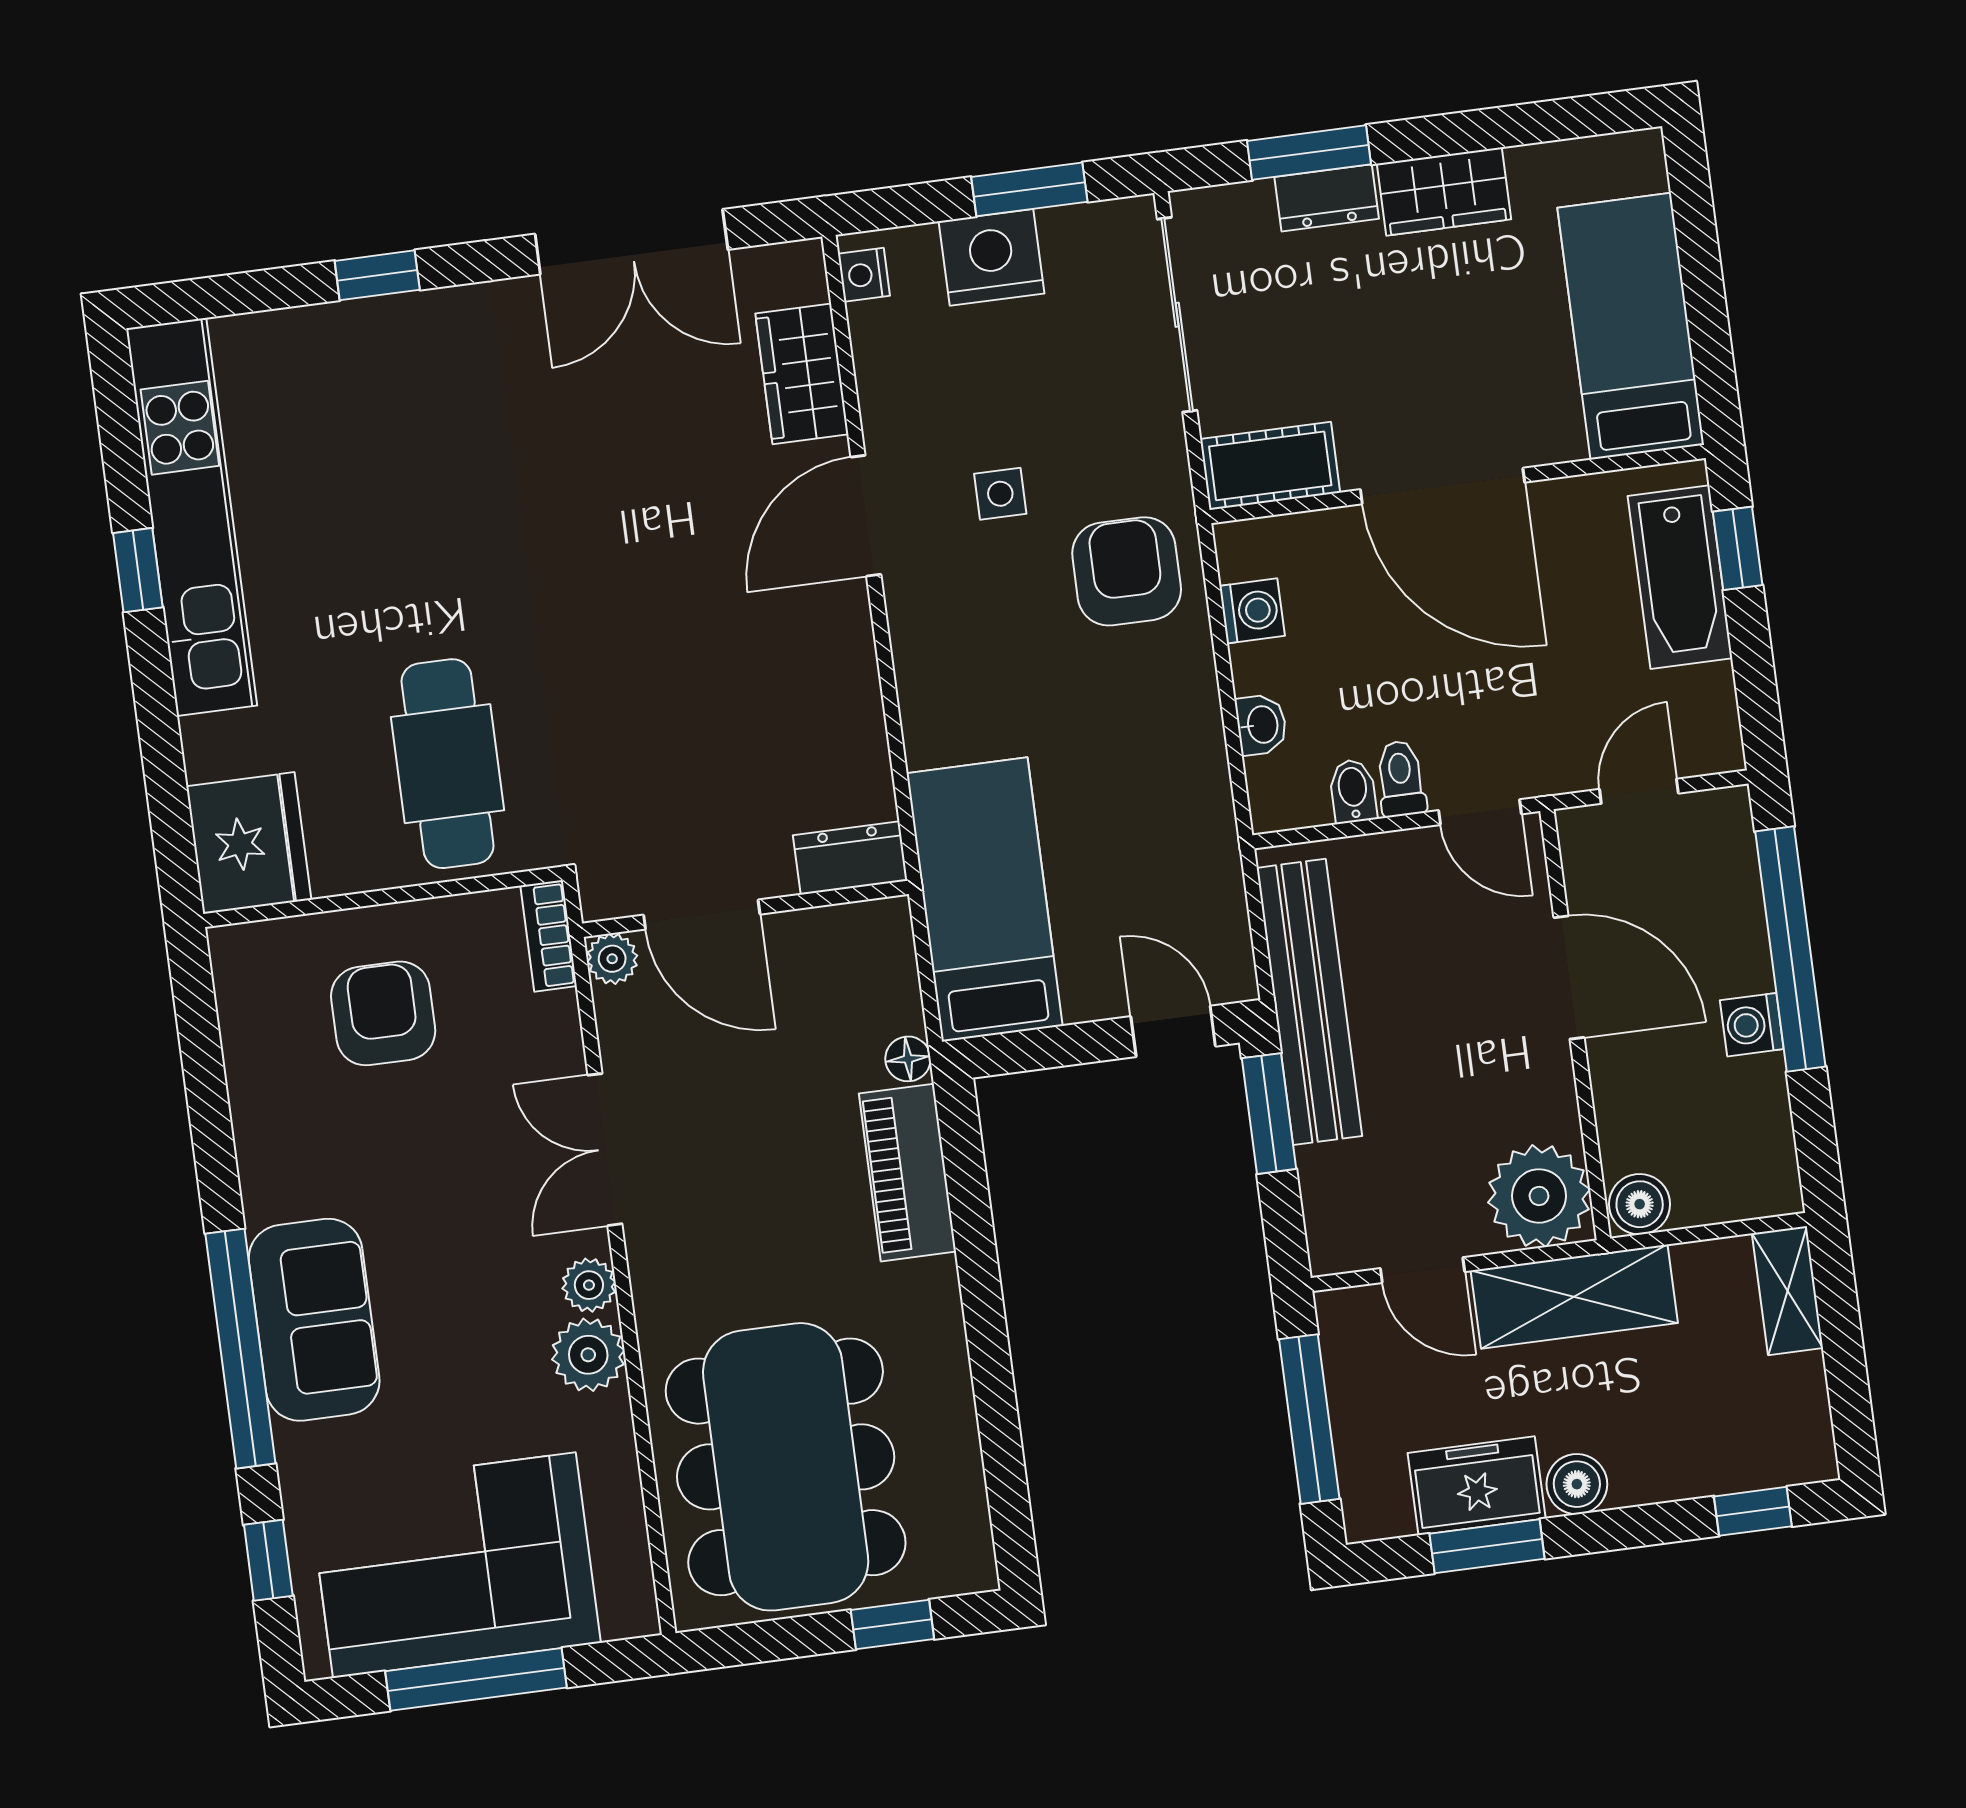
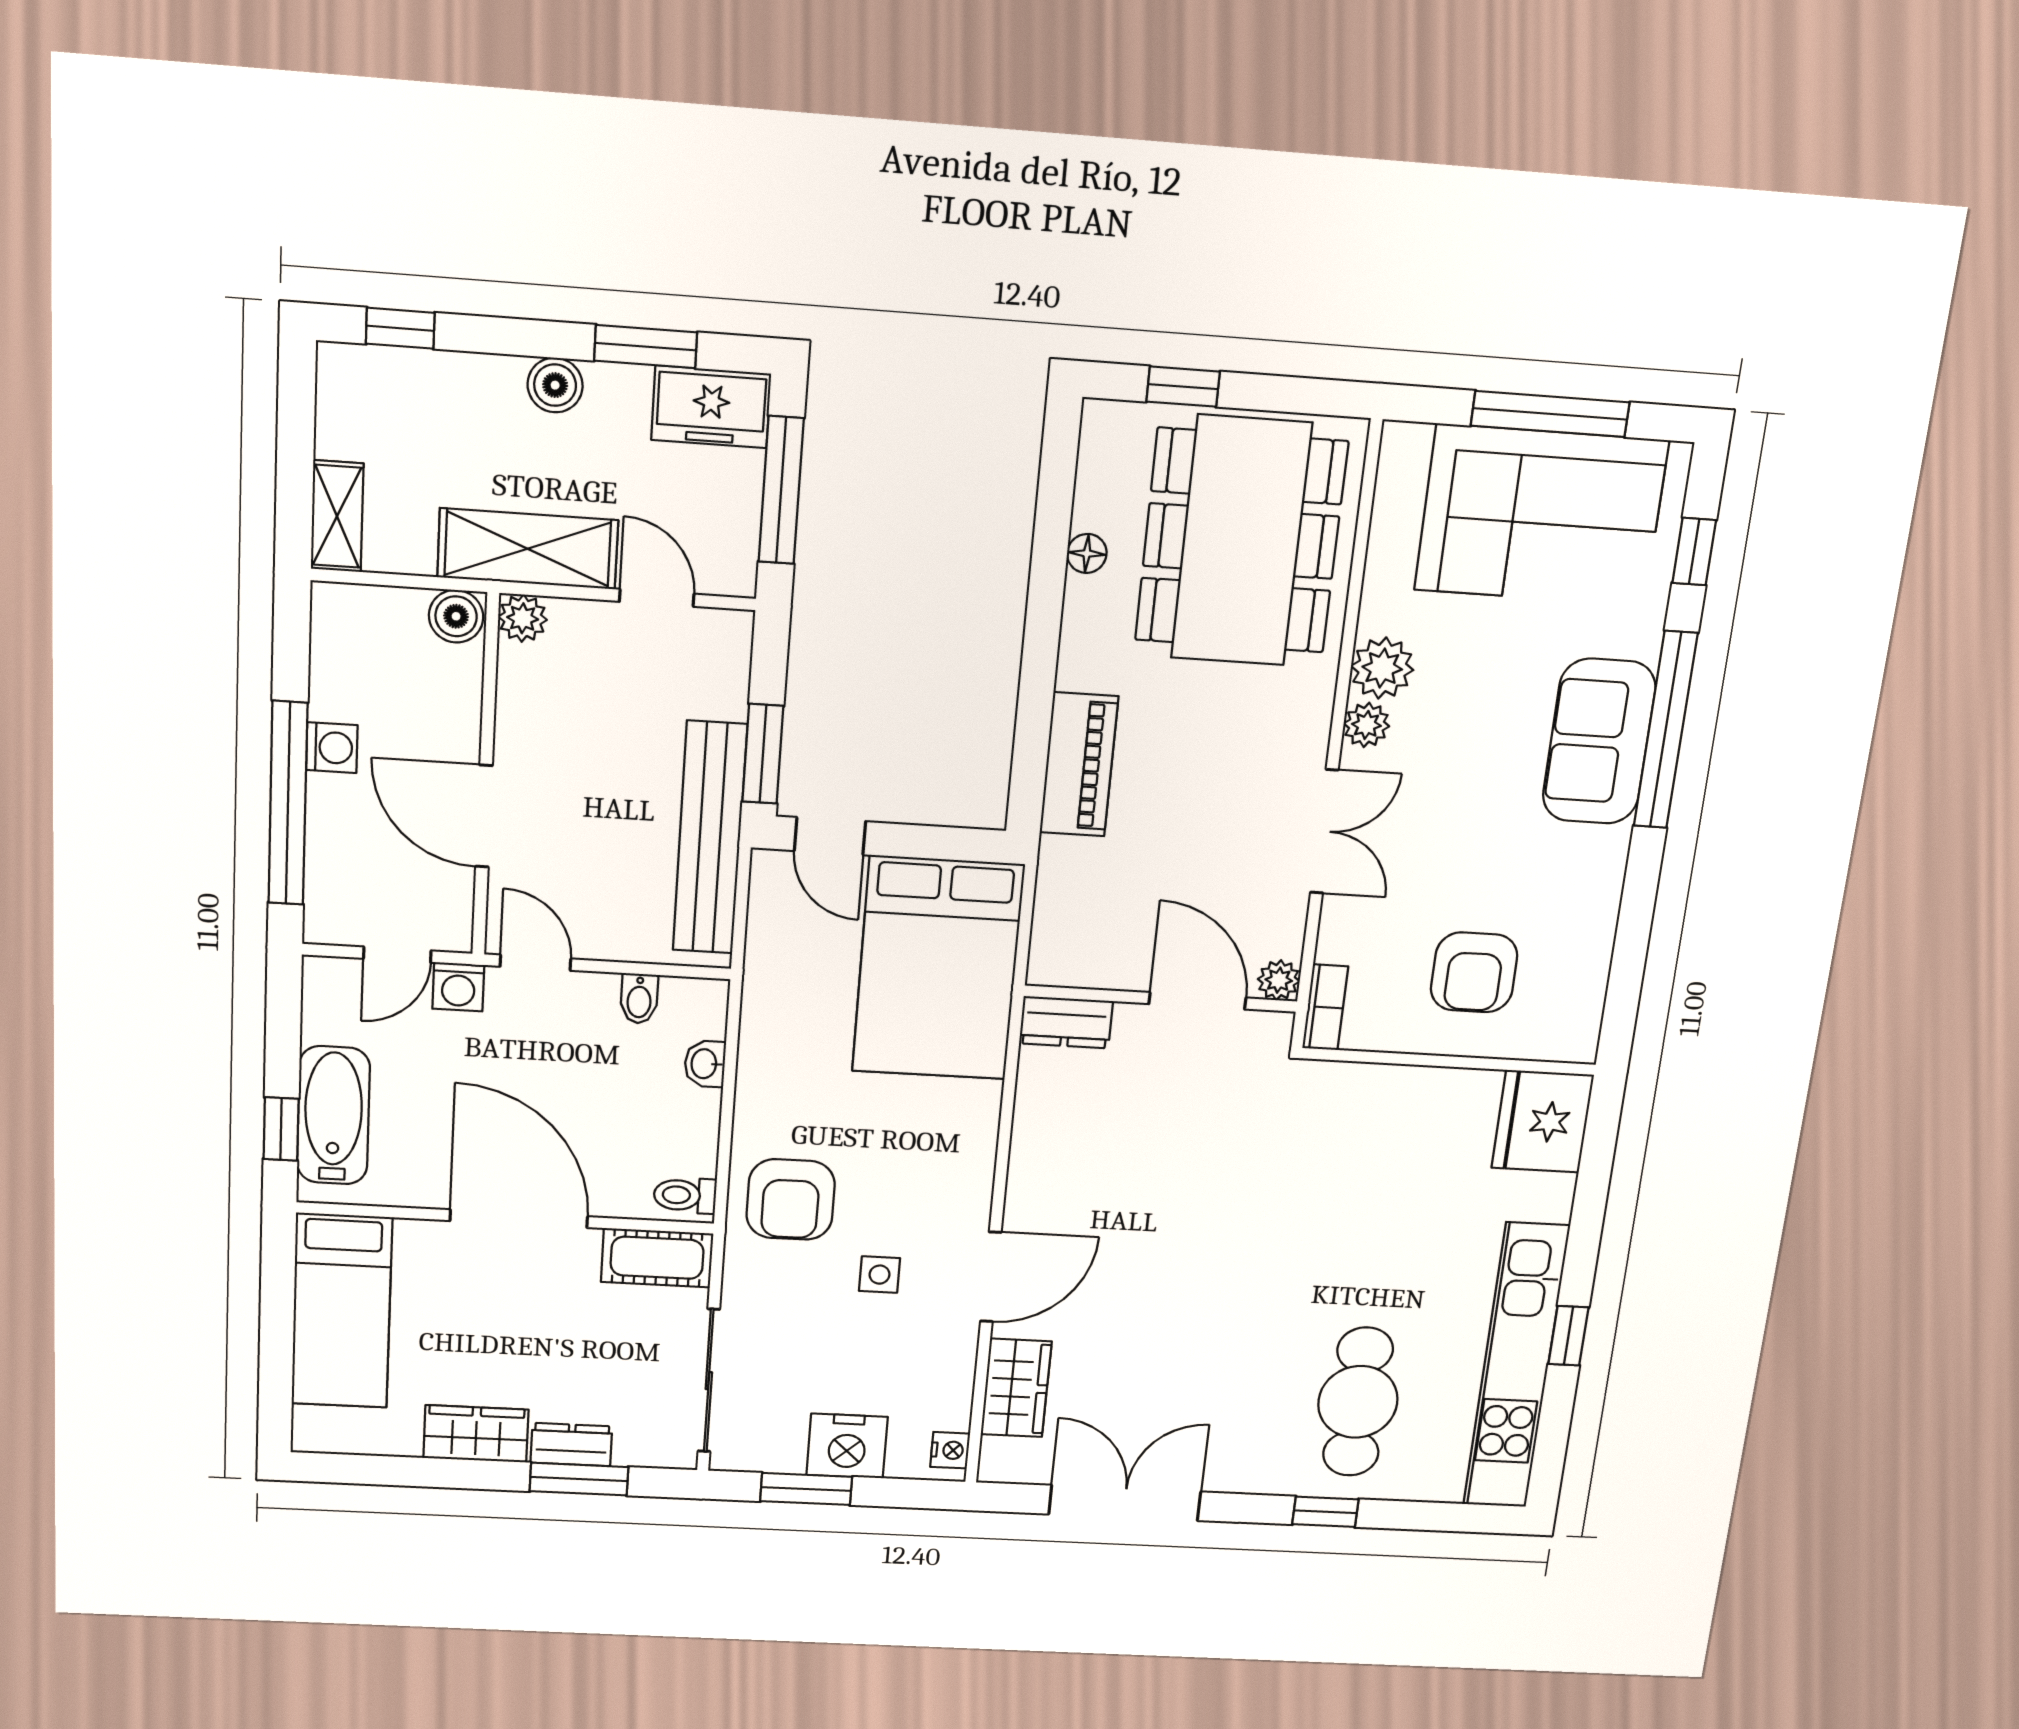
washing machine: (1252, 611) -> (458, 987), moved, turned -90
cafe table: (448, 764) -> (1358, 1402), moved
toilet: (1401, 779) -> (685, 1195), moved, turned 90
bed: (985, 900) -> (938, 968), width x1.50
floor lamp: (908, 1059) -> (1087, 553), moved
plant: (1539, 1196) -> (523, 618), width x0.53, depth x0.53
freezer: (1477, 1486) -> (711, 407), moved

